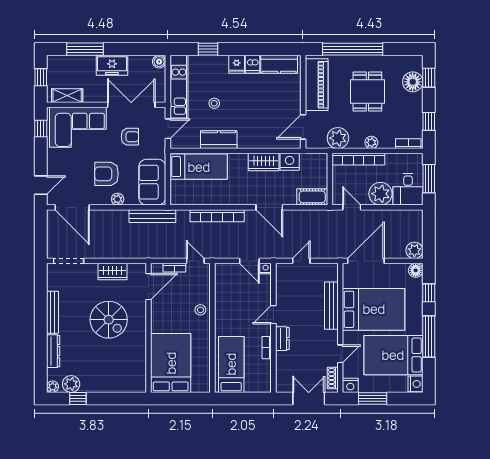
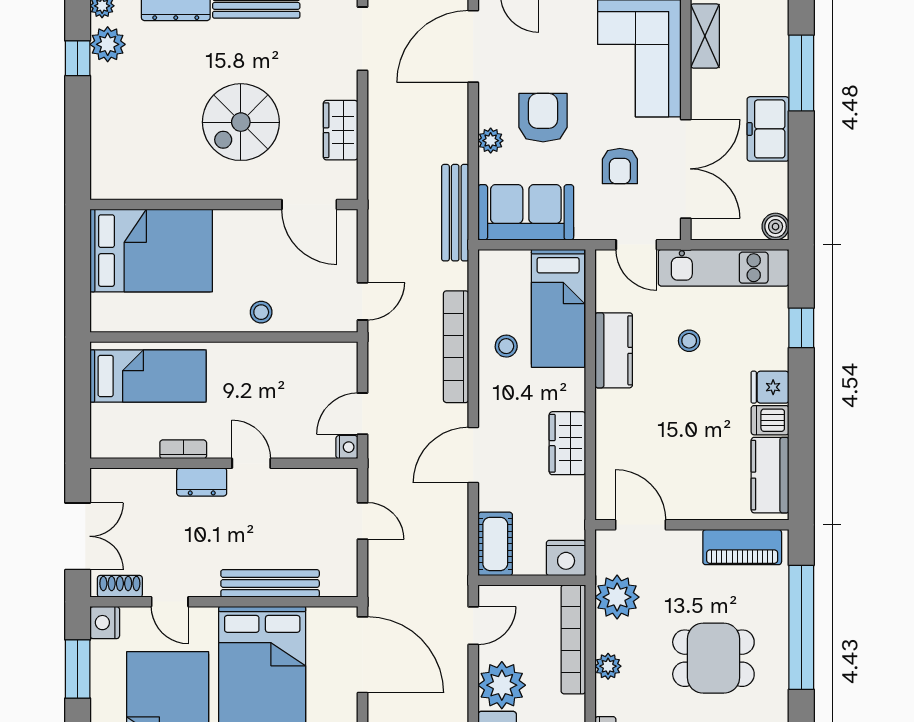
piano: (317, 85) -> (742, 547), width x0.73, depth x0.75
nightstand: (290, 162) -> (566, 558), moved, turned 90
stool: (217, 192) -> (506, 346), added
bookcase: (174, 268) -> (349, 258), removed

